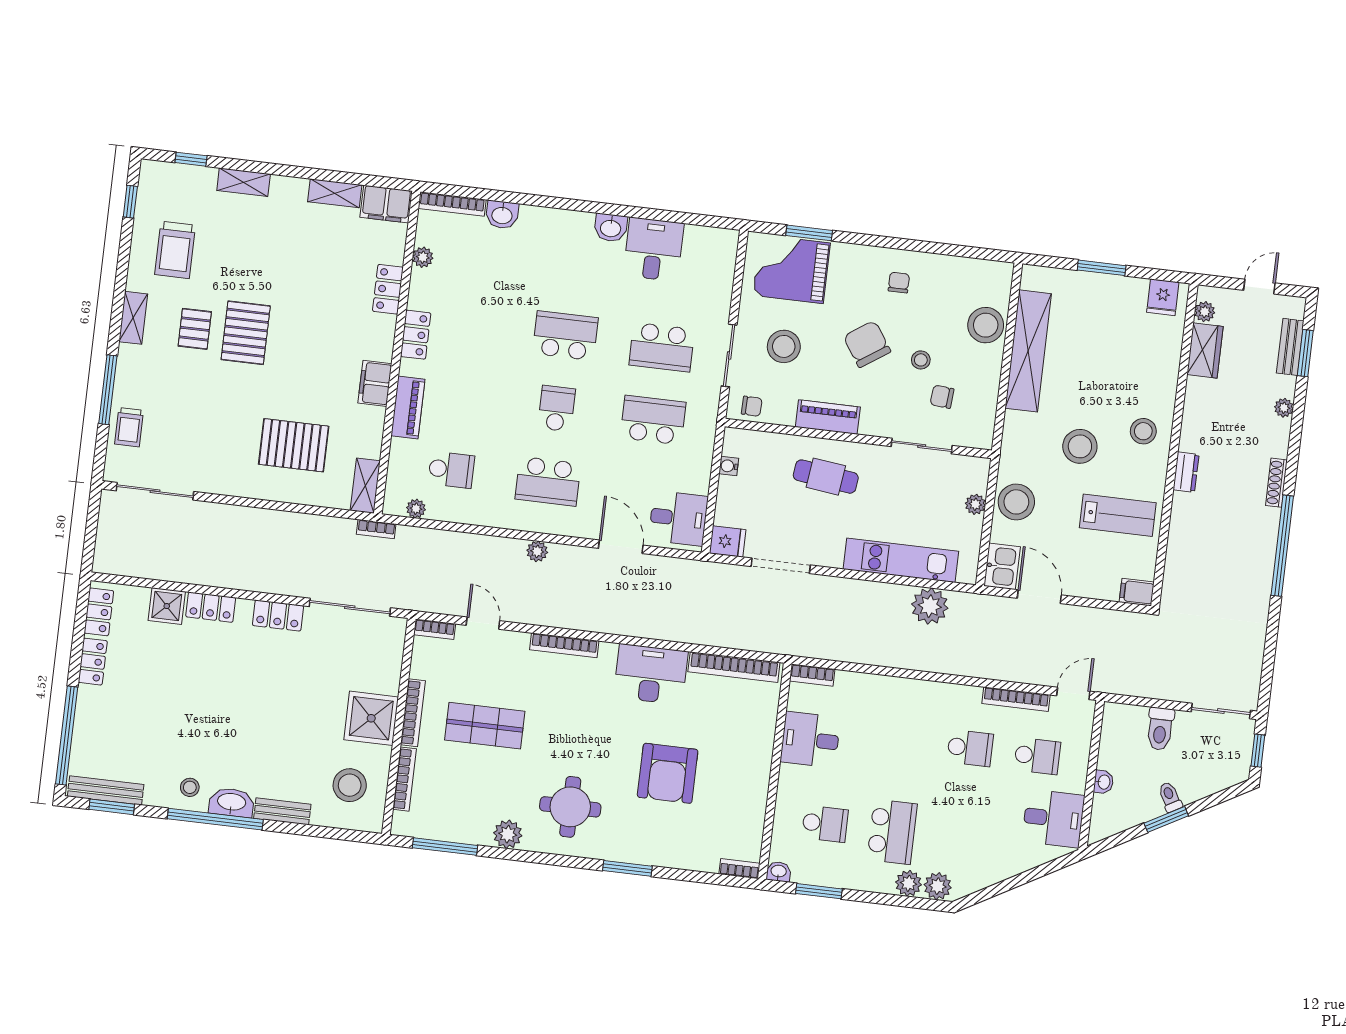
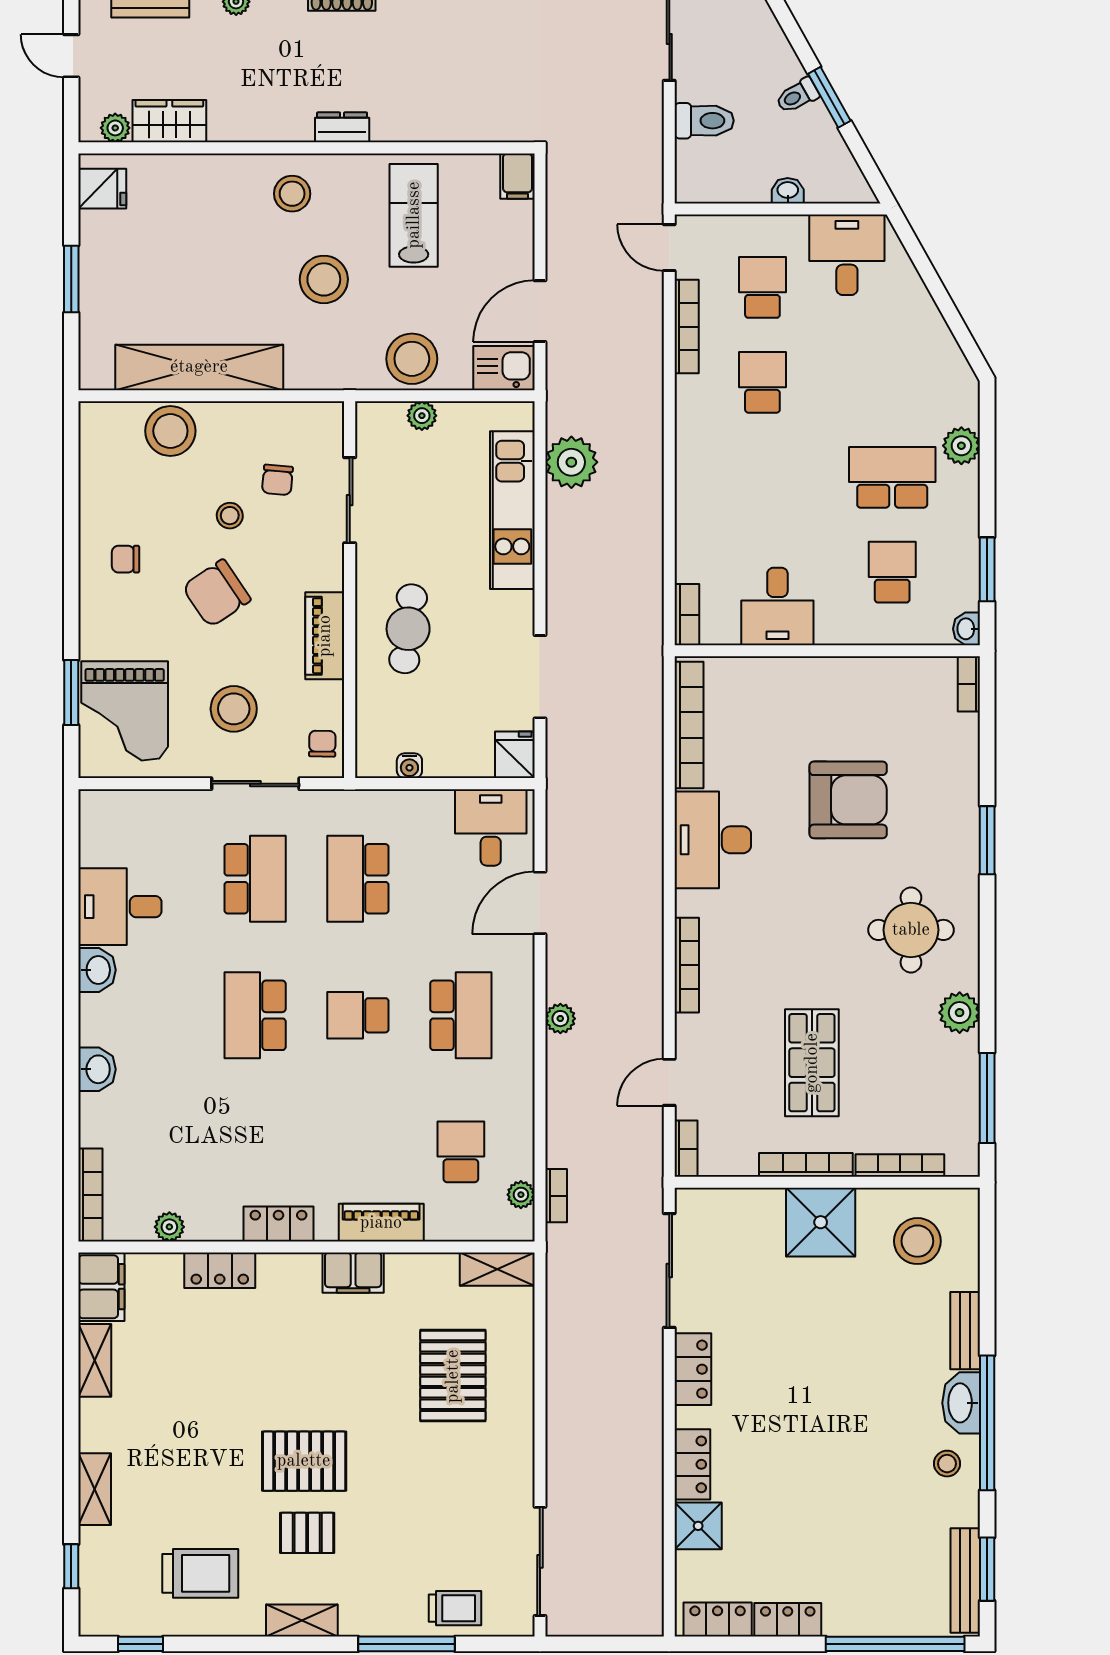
washbasin: (502, 215) -> (97, 1069), moved
bookcase: (376, 529) -> (556, 1196), moved
plant: (938, 886) -> (960, 405), removed

